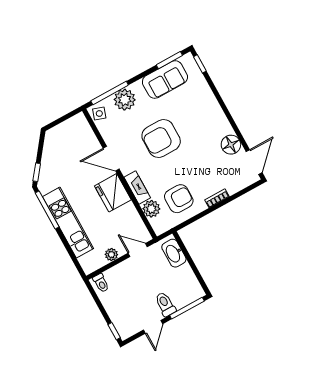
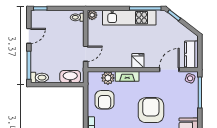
plant: (125, 100) -> (190, 100), removed
kitchen counter: (71, 127) -> (191, 54), added
door: (111, 159) -> (169, 70), moved
fridge: (113, 193) -> (138, 61), width x0.53, depth x0.75
plant: (111, 255) -> (92, 15), moved
toilet: (165, 304) -> (40, 78), moved
door: (153, 327) -> (29, 36), swing flipped

